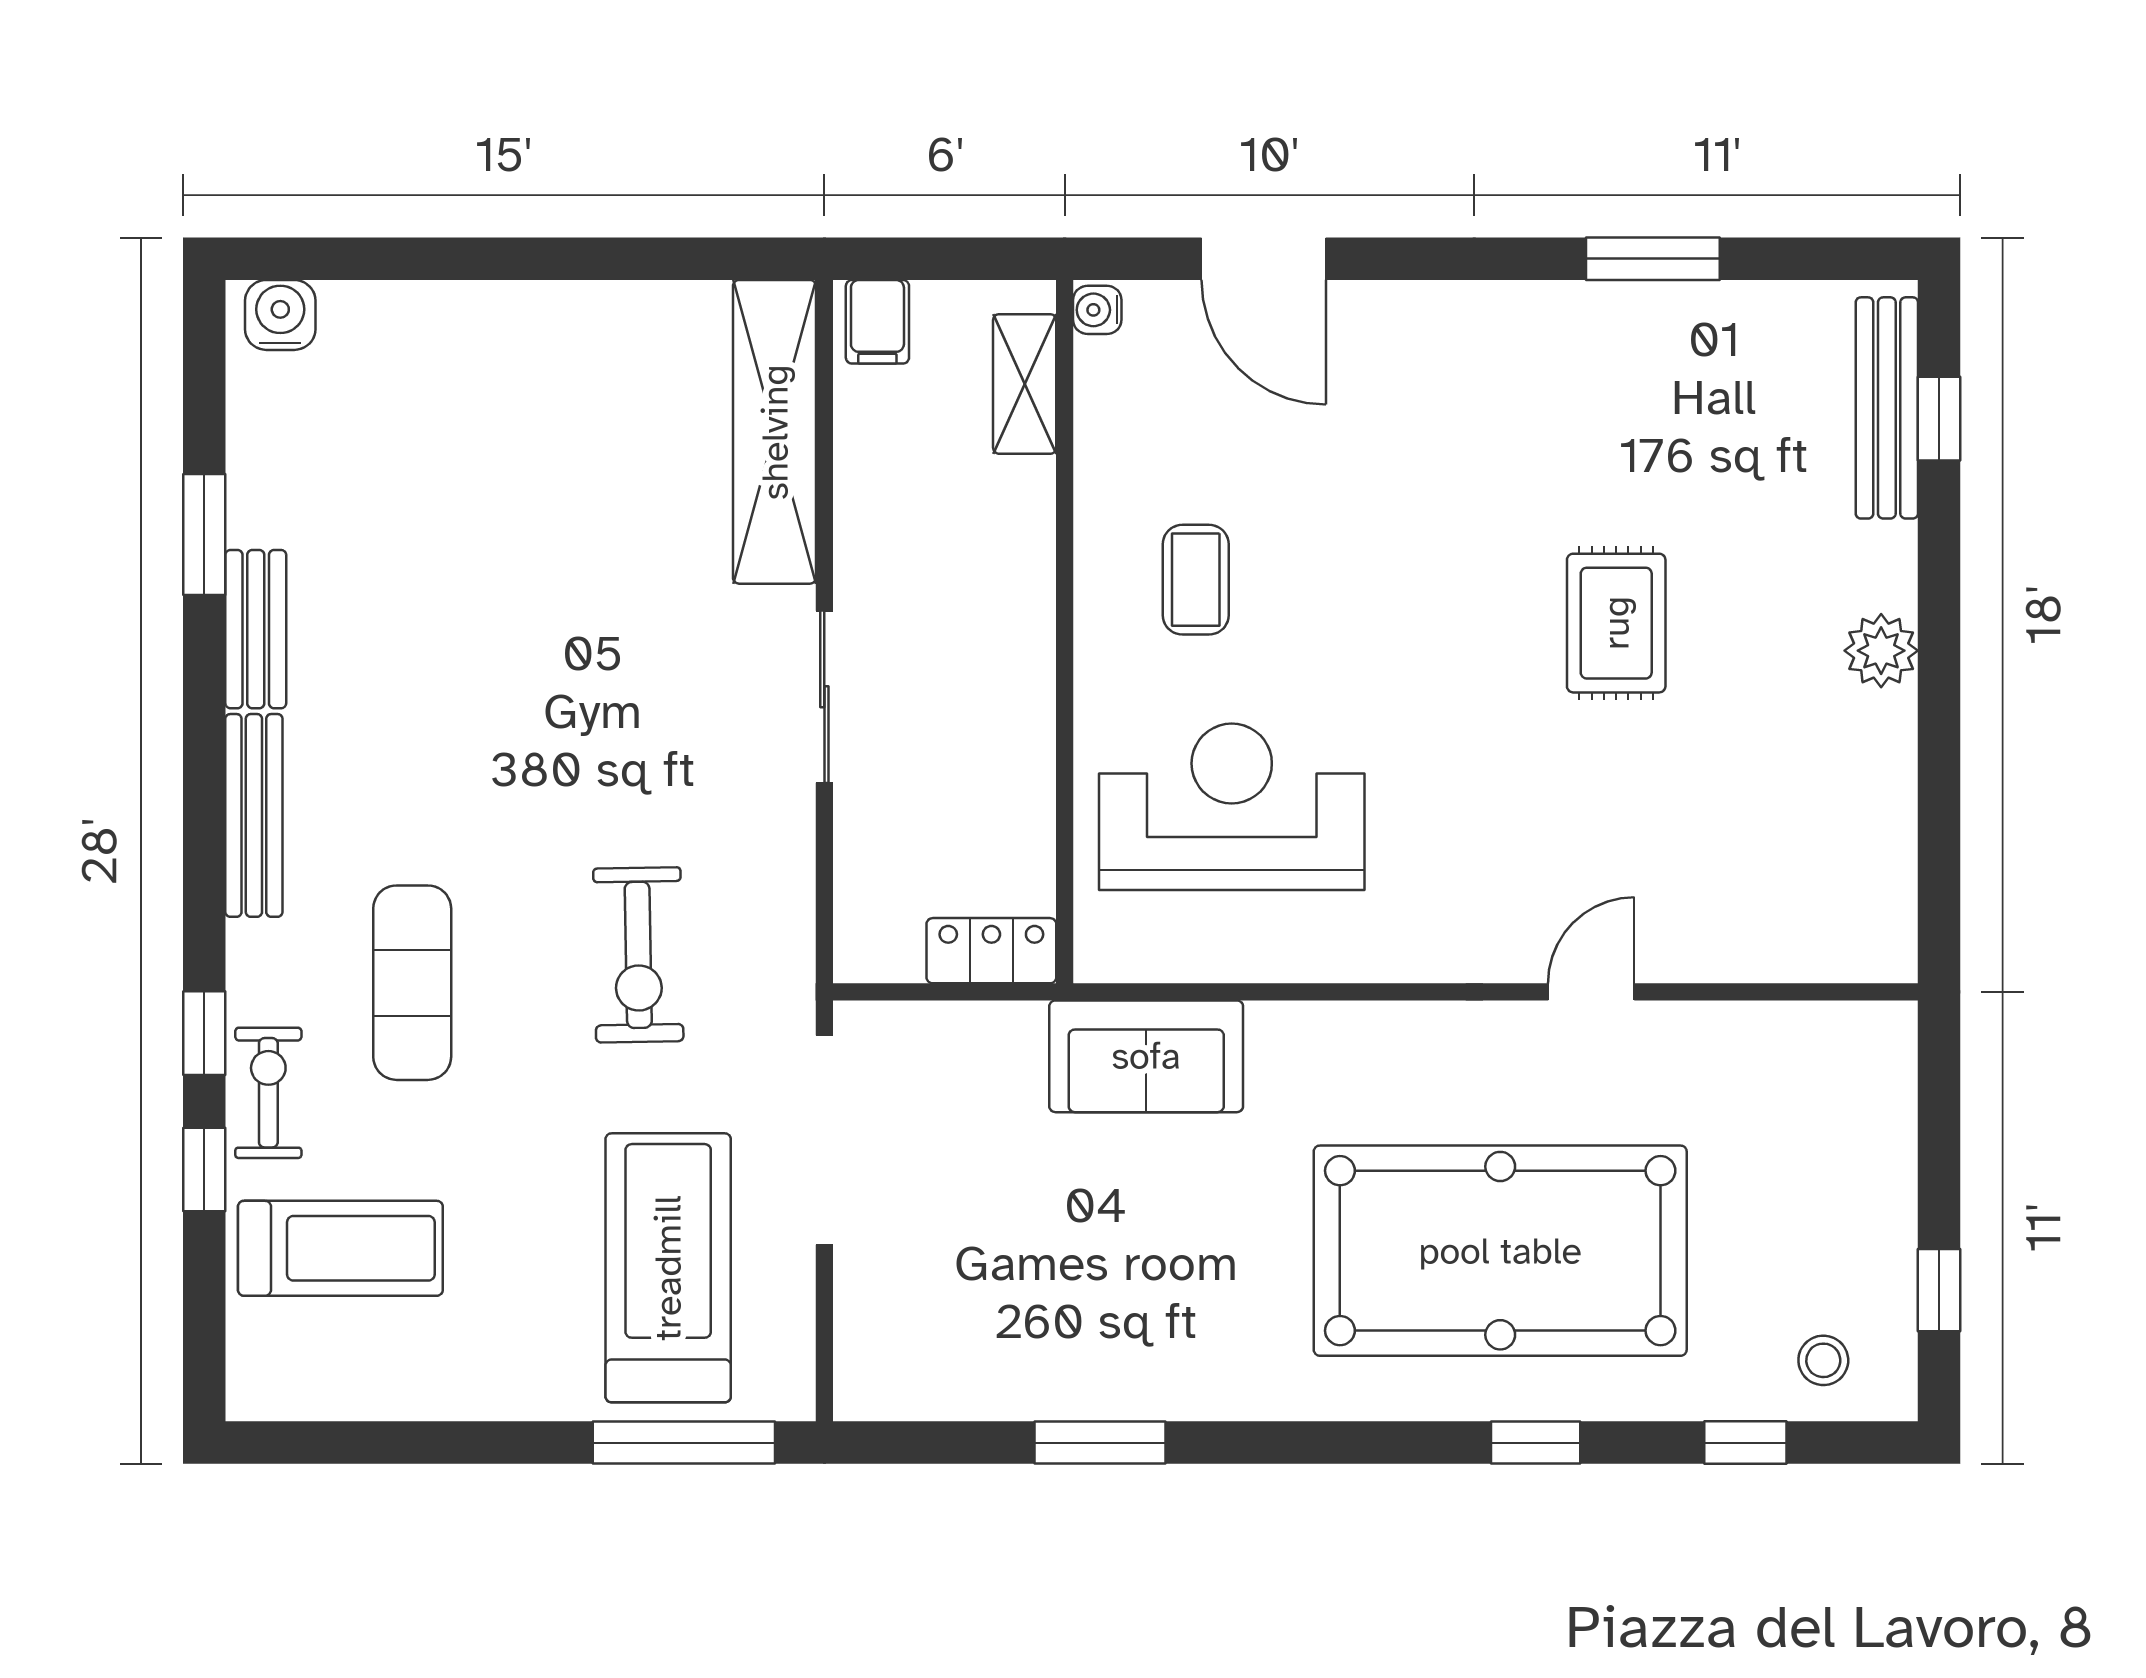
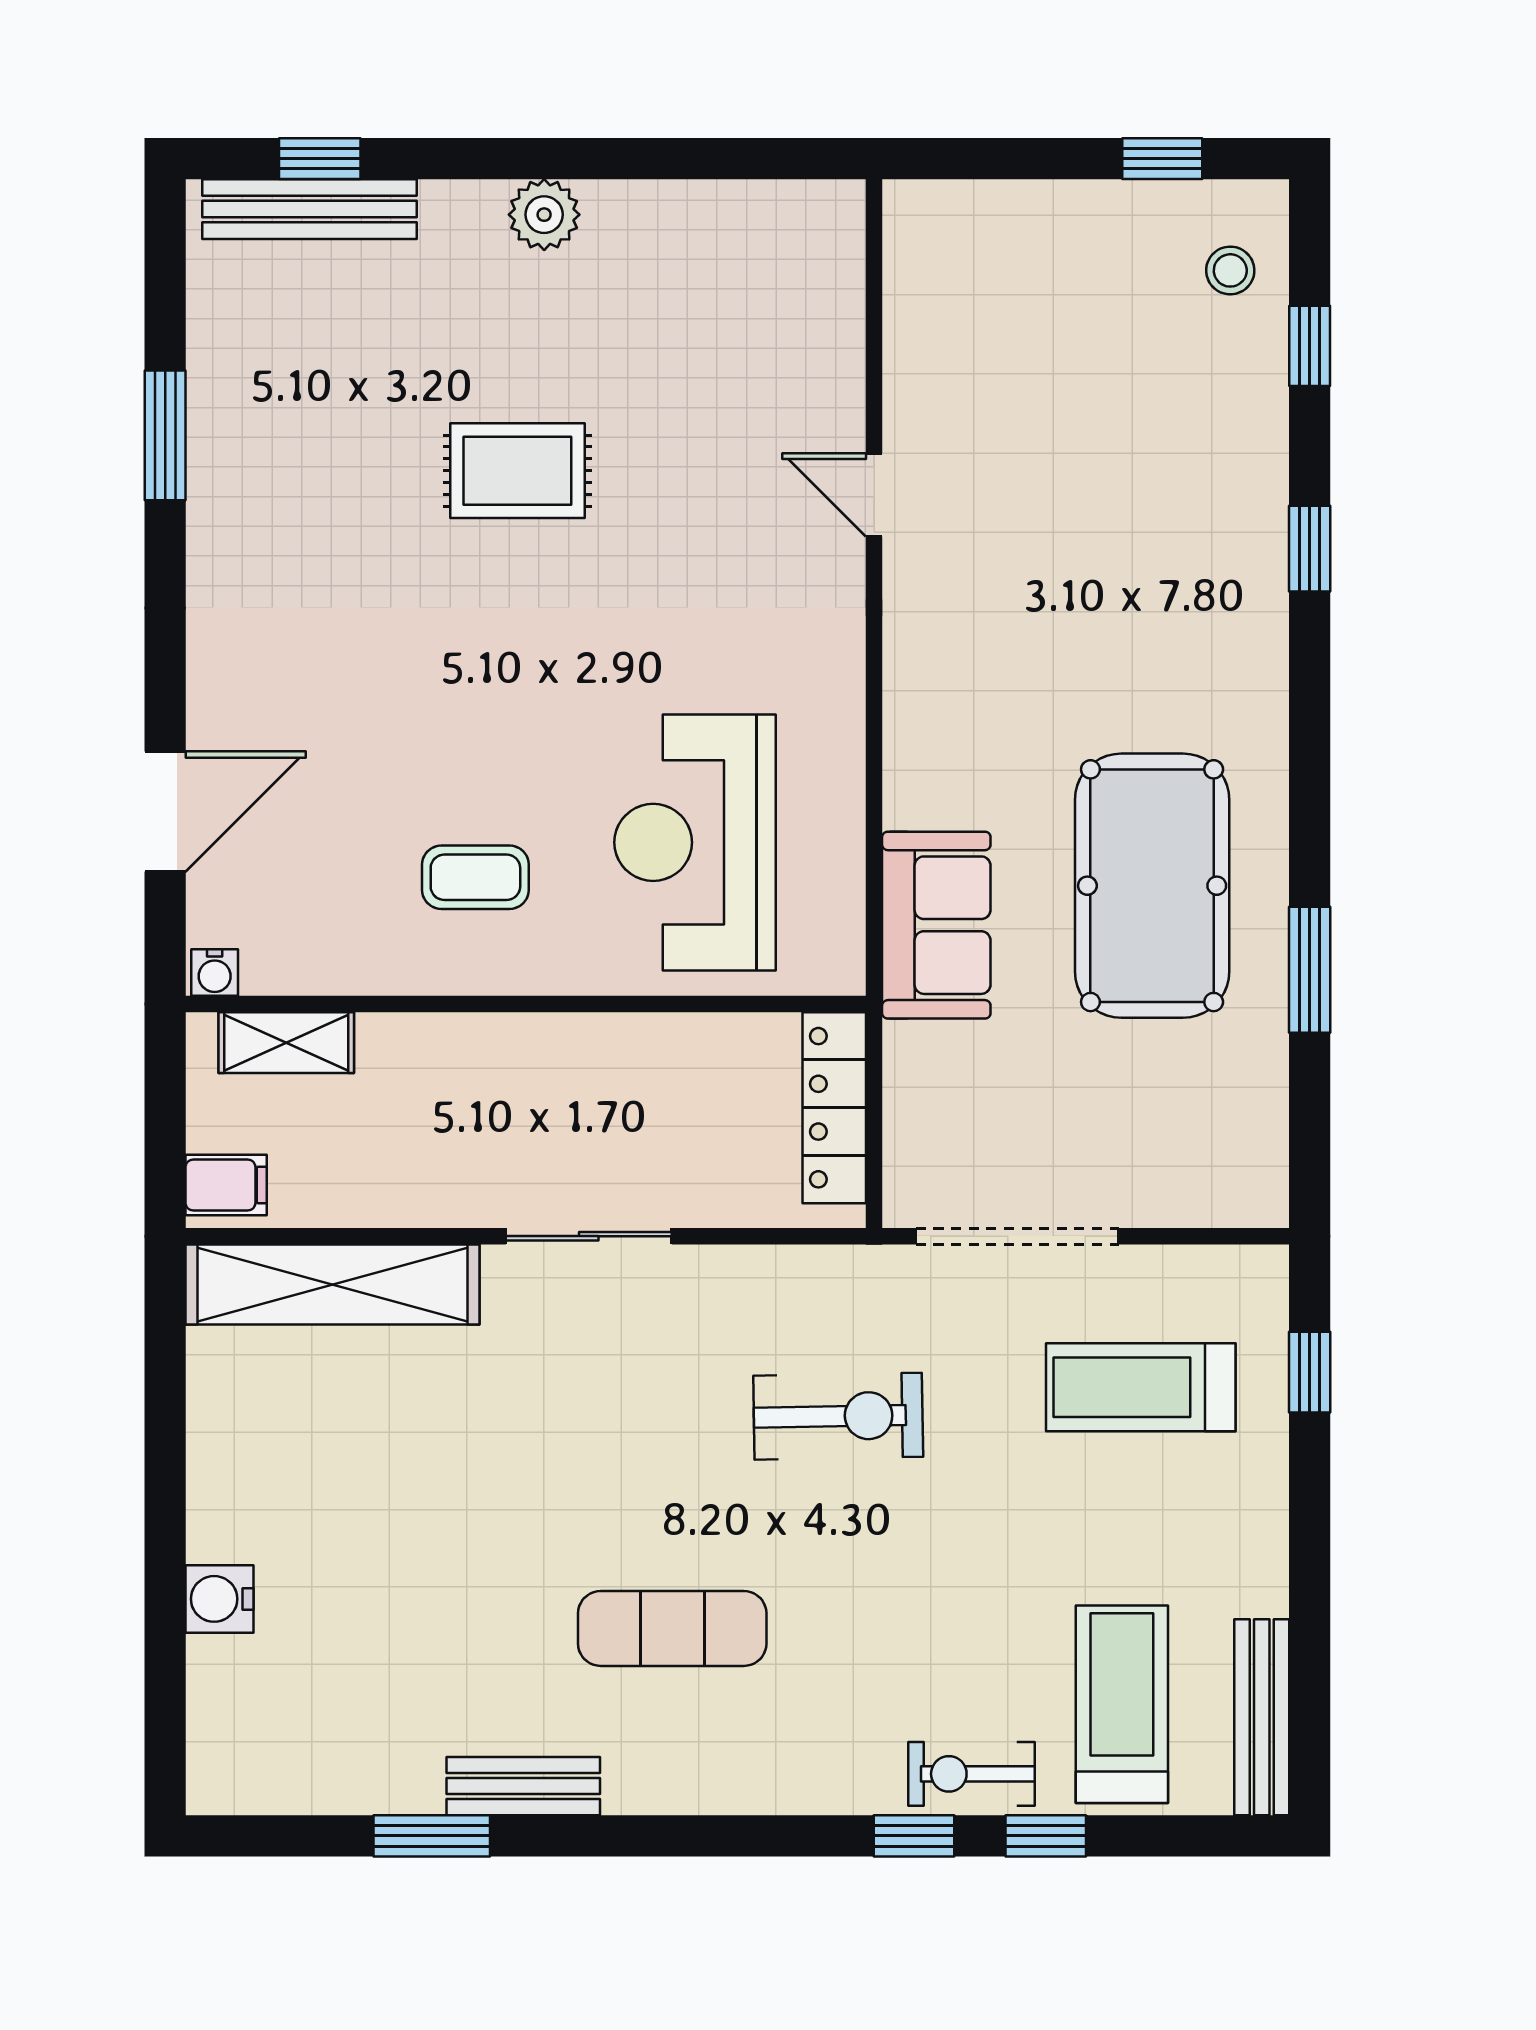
water cooler: (280, 315) -> (220, 1599), moved
bench: (254, 815) -> (1262, 1717), moved, turned 90
locker: (991, 951) -> (834, 1108), width x1.53
exercise mat: (412, 983) -> (672, 1628), moved
pool table: (1500, 1251) -> (1152, 886), moved, width x0.73, depth x0.76
treadmill: (668, 1268) -> (1141, 1387), width x0.73, depth x0.73
window: (684, 1443) -> (1310, 1372), width x0.46

